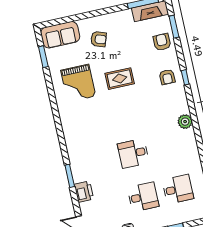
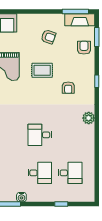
armchair: (99, 39) -> (48, 37), moved
armchair: (167, 77) -> (68, 88), moved

